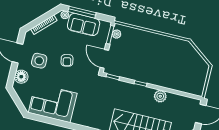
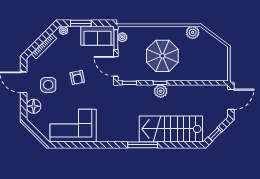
window: (82, 12) -> (81, 23), width x0.69
sofa: (84, 24) -> (98, 36), moved
plant: (181, 45) -> (193, 32), added
parasol: (149, 60) -> (162, 56), added
plant: (160, 96) -> (161, 91), moved

